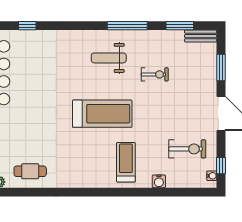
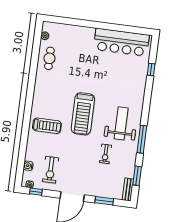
weight bench: (109, 58) -> (121, 123), width x1.36, depth x1.33
water cooler: (159, 181) -> (28, 166), moved

